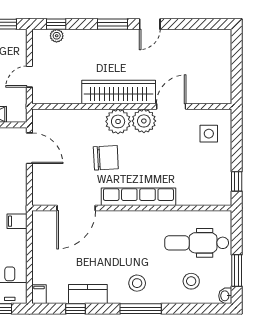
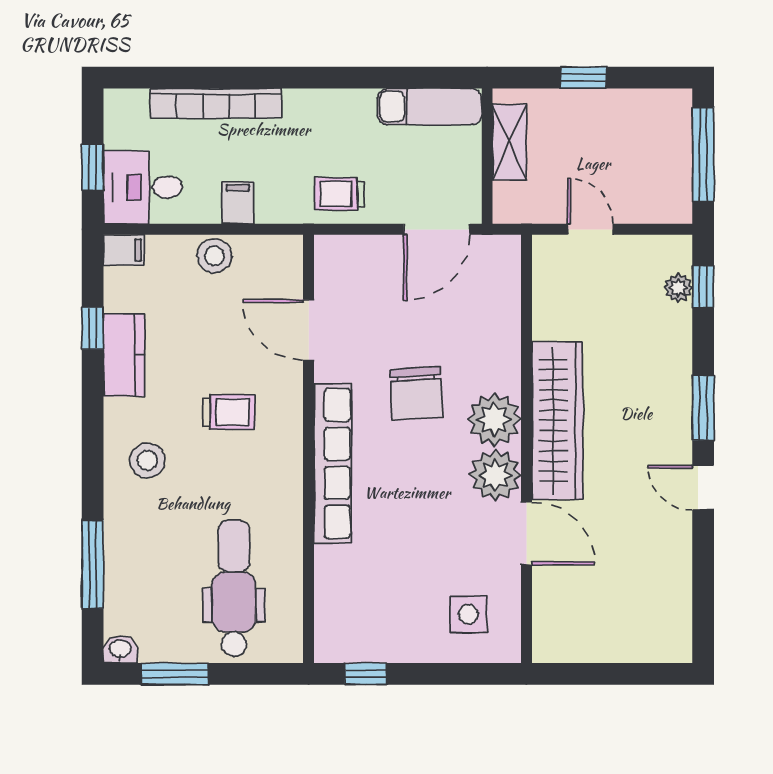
trolley: (13, 194) -> (340, 194), added
door: (76, 208) -> (309, 330), width x0.73
filing cabinet: (17, 221) -> (238, 203), moved
trolley: (115, 245) -> (229, 412), added
stool: (191, 281) -> (214, 256), moved
window: (141, 309) -> (93, 564), moved

